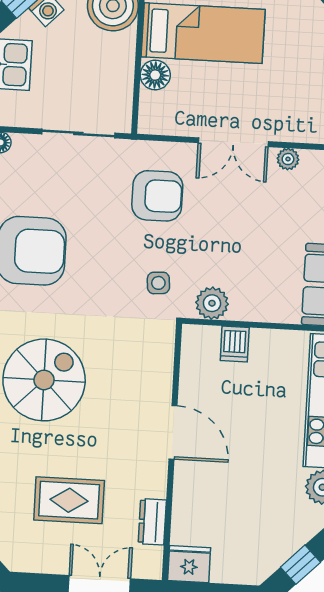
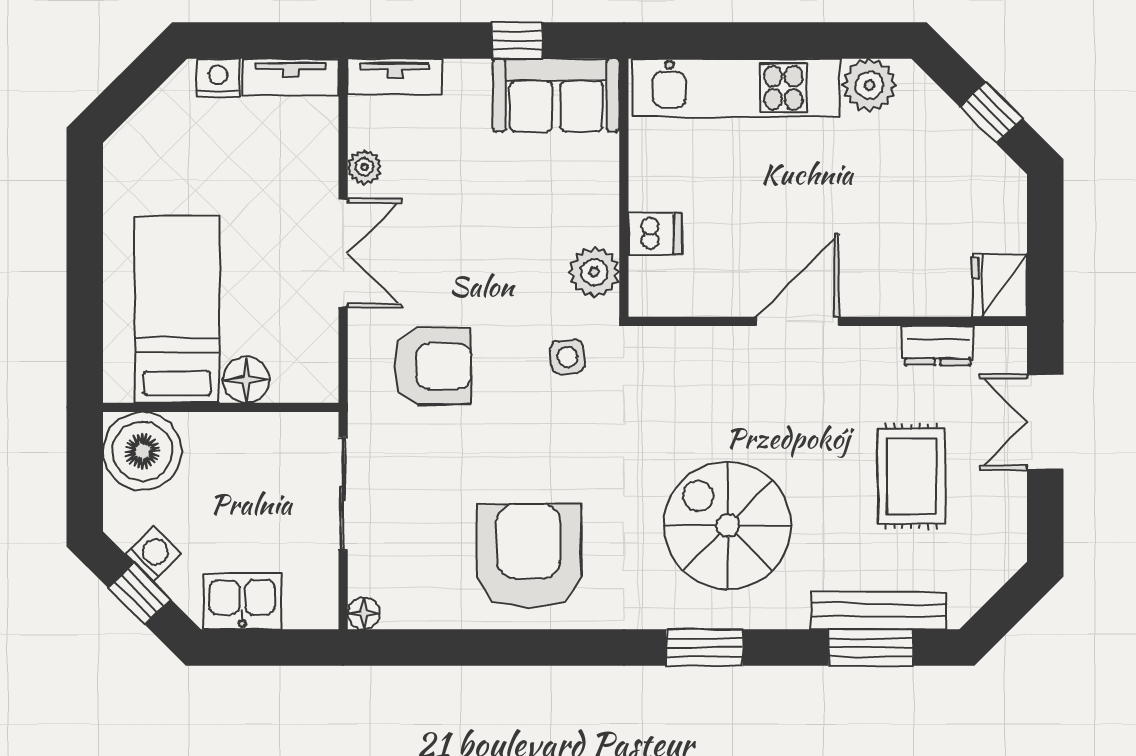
armchair: (157, 196) -> (433, 366), turned 90

